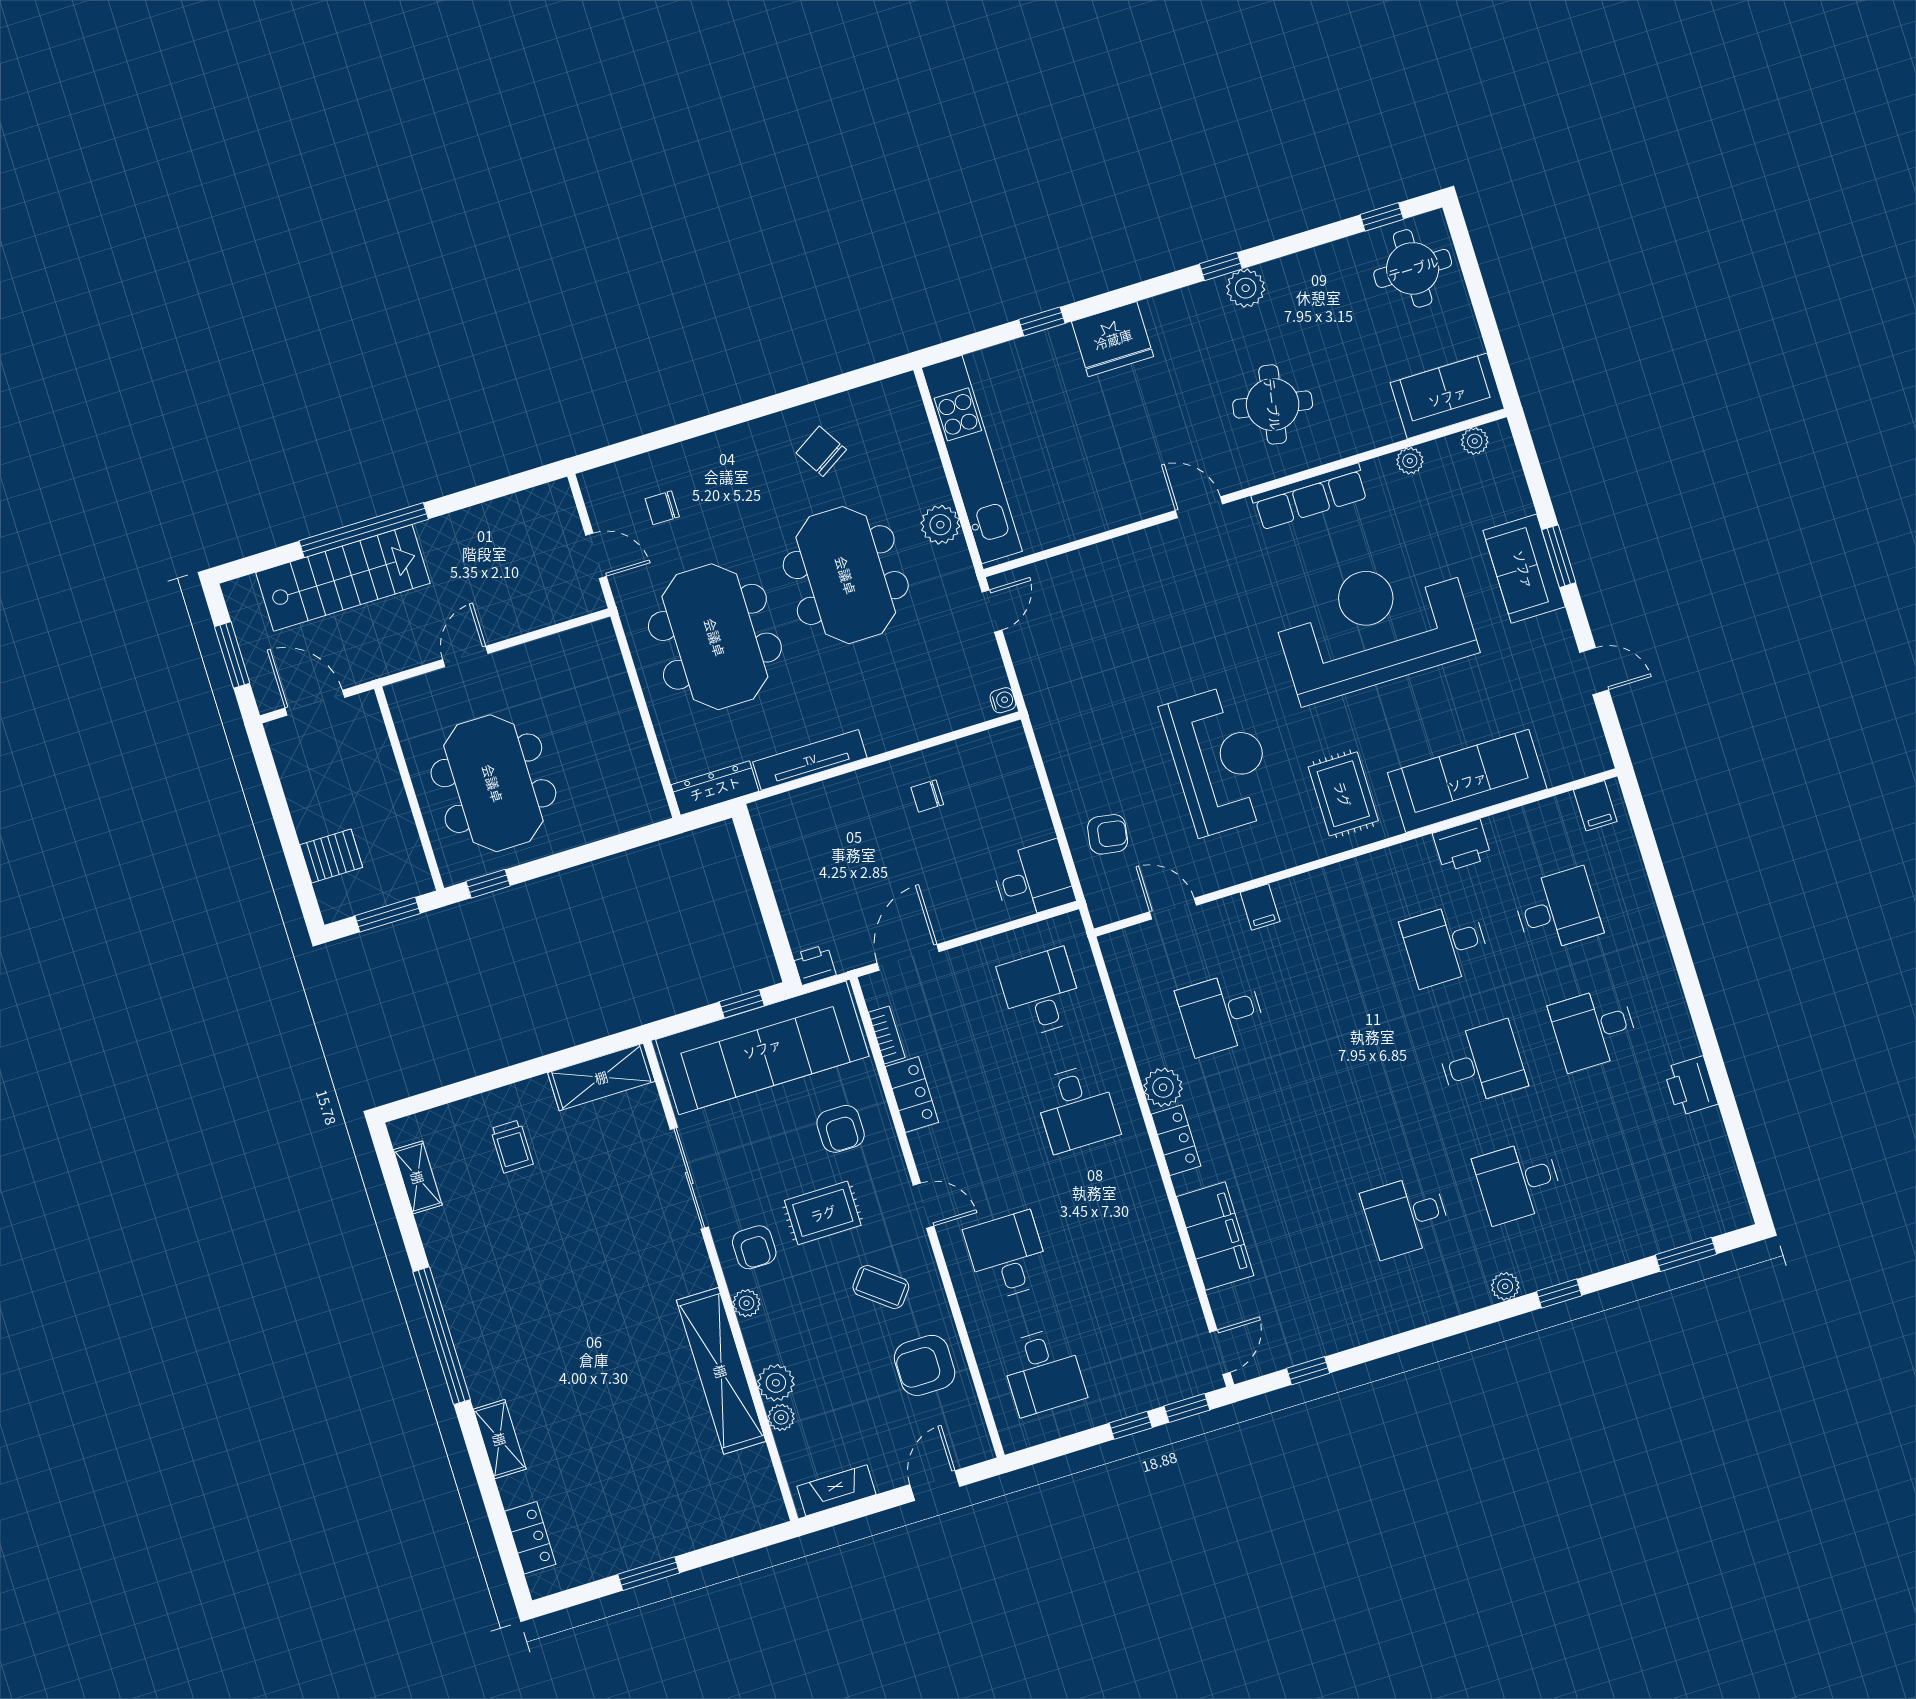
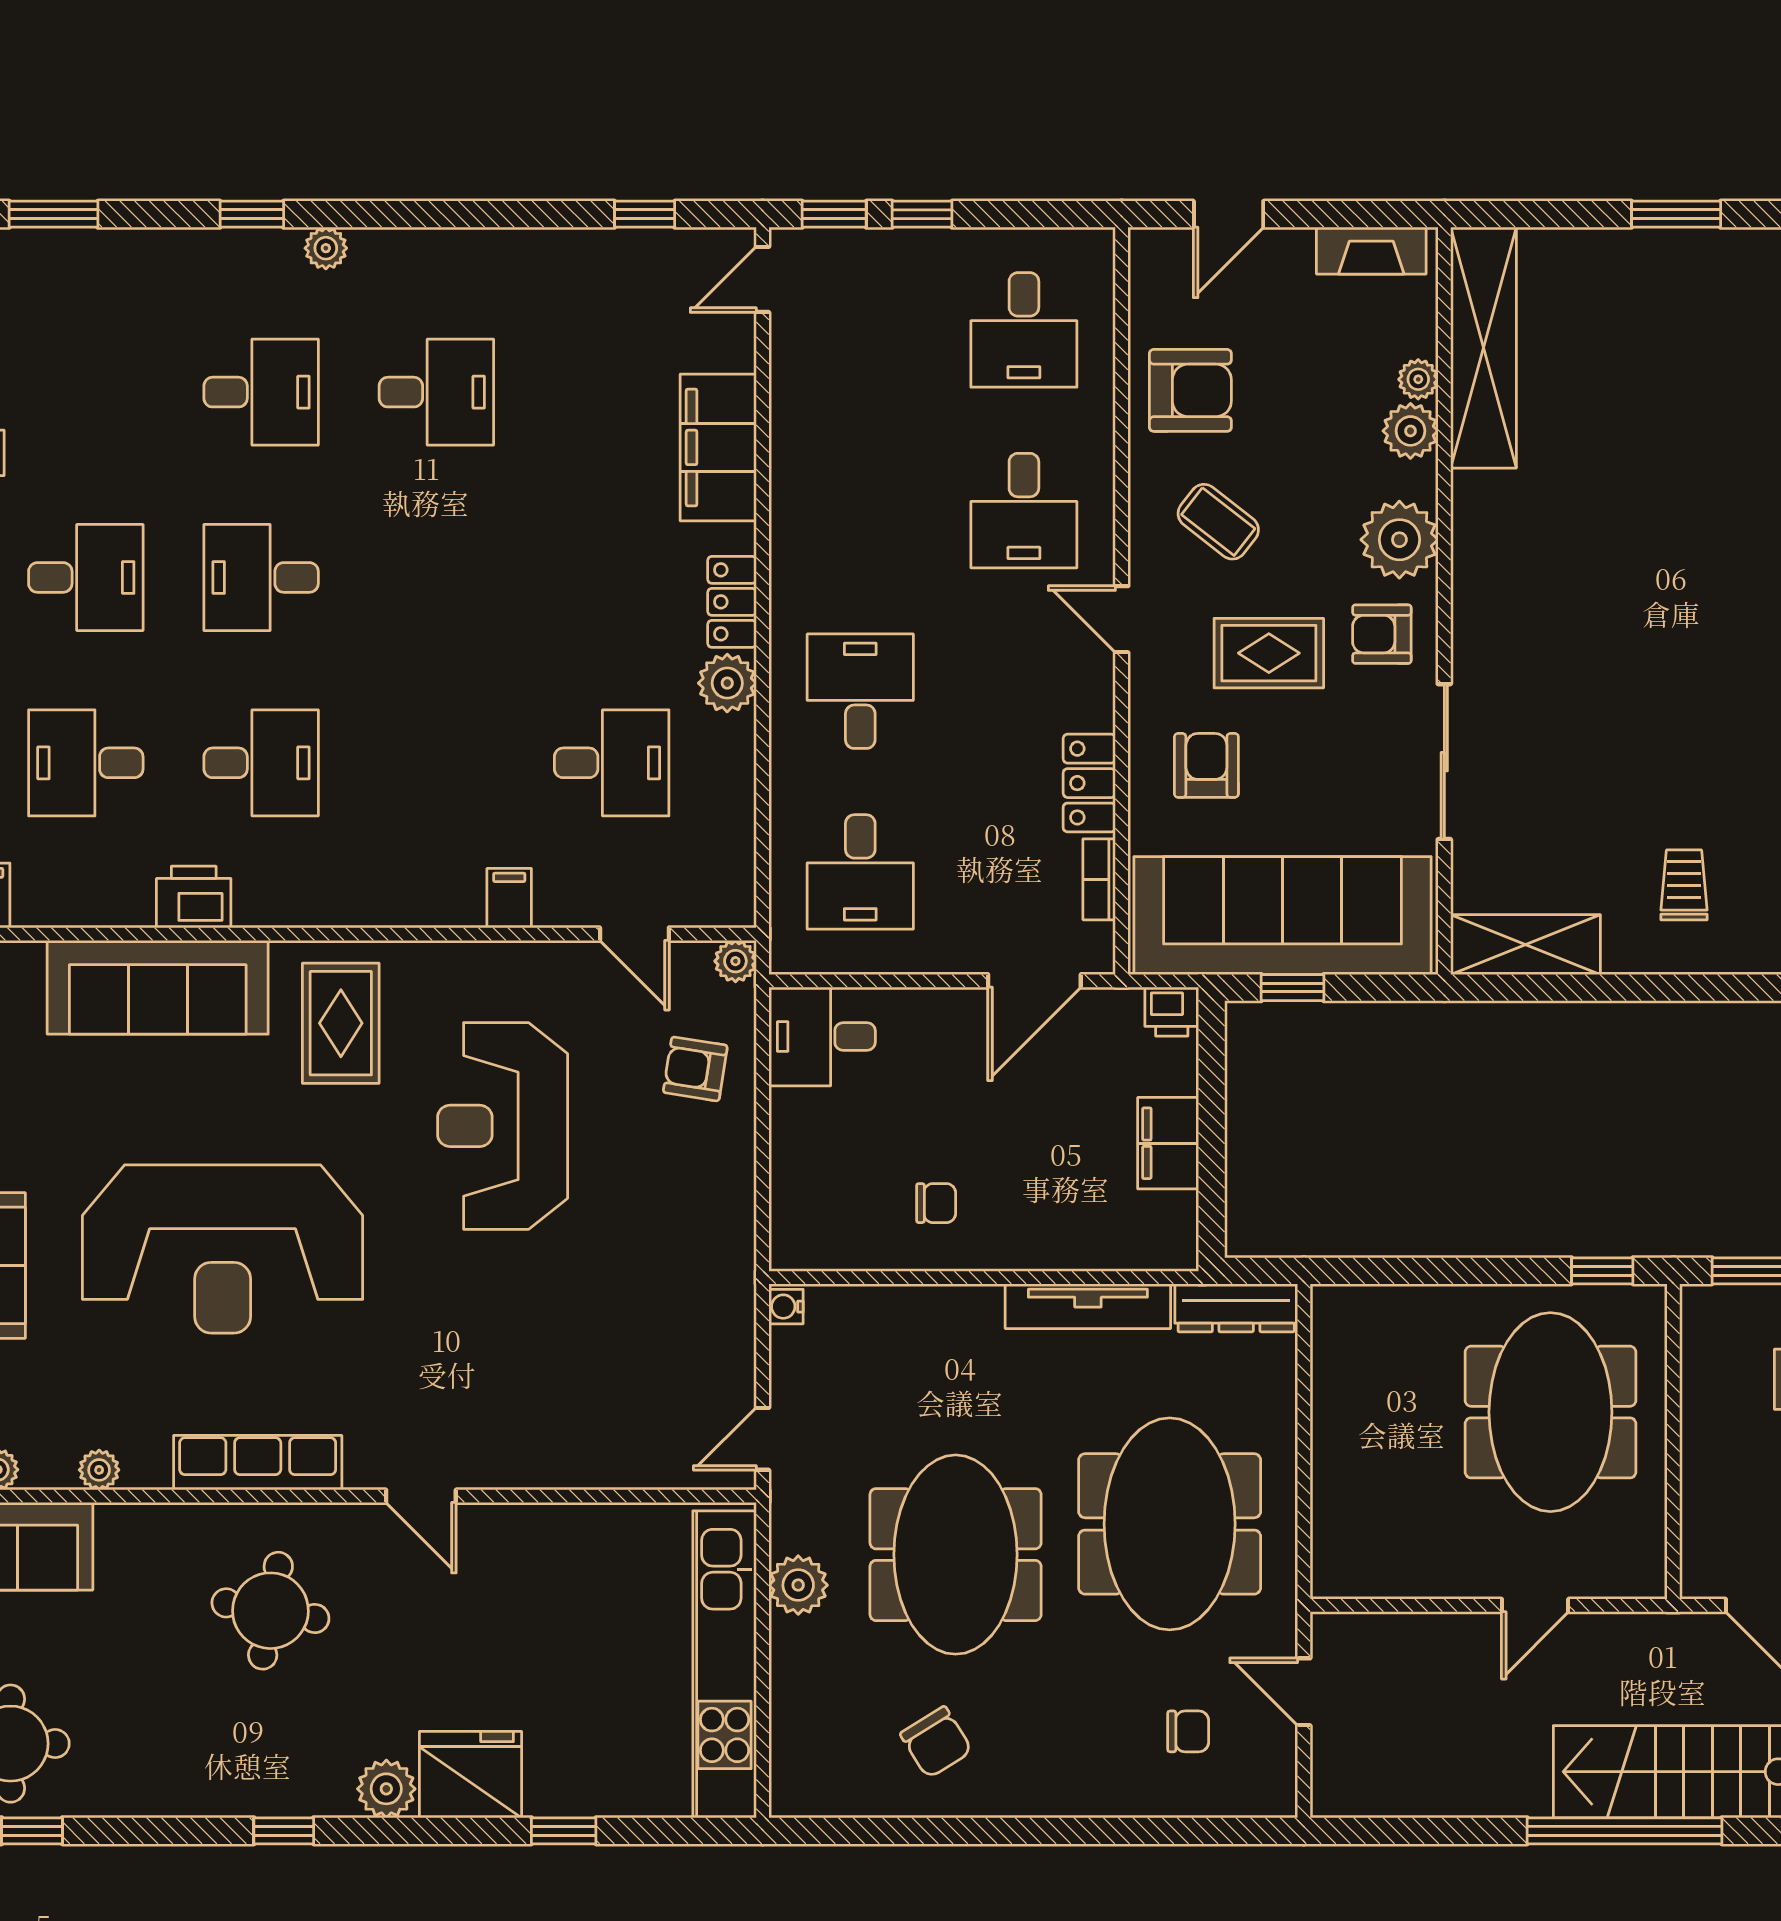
plant: (1246, 288) -> (386, 1789), moved
filing cabinet: (791, 880) -> (1168, 1143), added
plant: (1103, 911) -> (735, 961), added
armchair: (754, 1247) -> (1382, 634), turned -90
plant: (746, 1303) -> (1399, 540), width x1.87, depth x1.87
shelving: (721, 1371) -> (1483, 348), moved
desk: (1043, 1371) -> (1024, 330), turned 180

